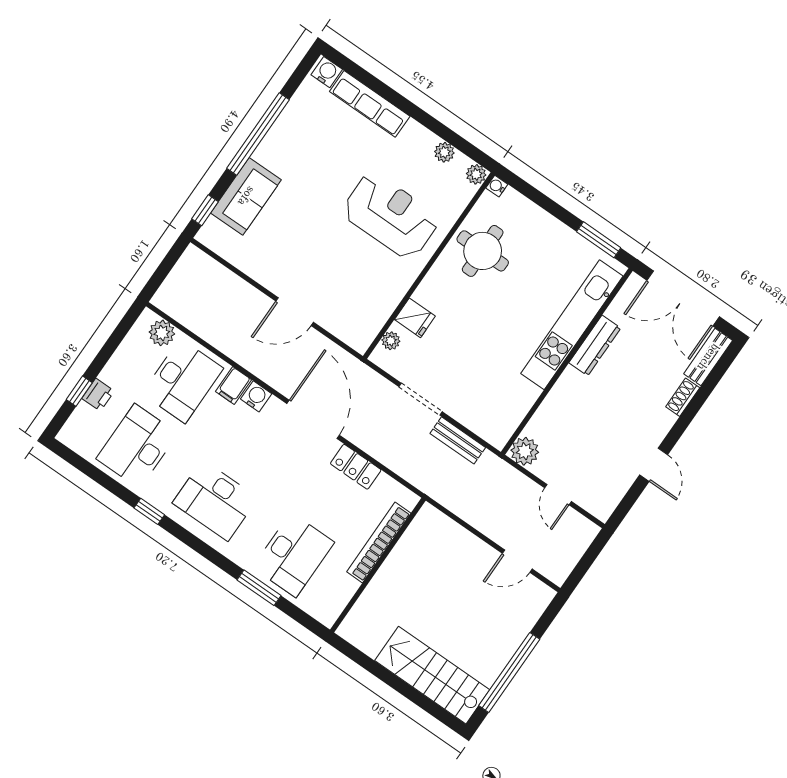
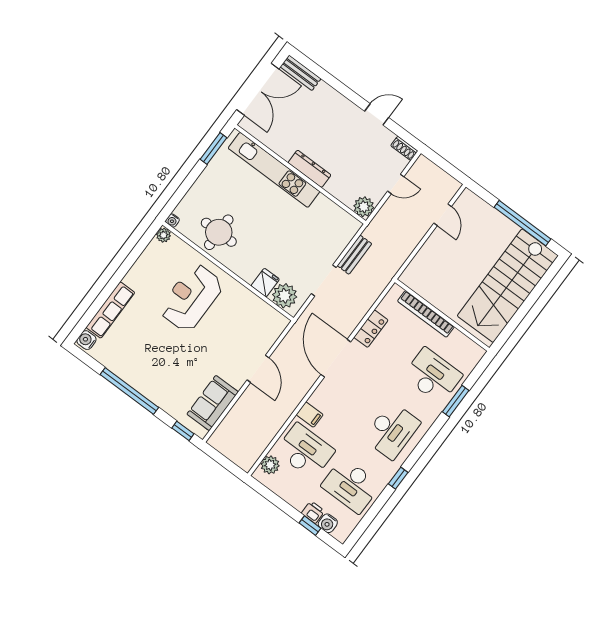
plant: (444, 152) -> (147, 257), removed
sofa: (246, 196) -> (213, 403), moved, turned -90
plant: (391, 341) -> (285, 296), width x1.87, depth x1.87
dresser: (595, 345) -> (309, 169), moved
water cooler: (256, 396) -> (328, 523), moved, turned -90
shoe rack: (683, 397) -> (404, 148), moved
door: (313, 419) -> (336, 358), hinge flipped
stairs: (432, 675) -> (508, 286), width x1.36, depth x1.51

